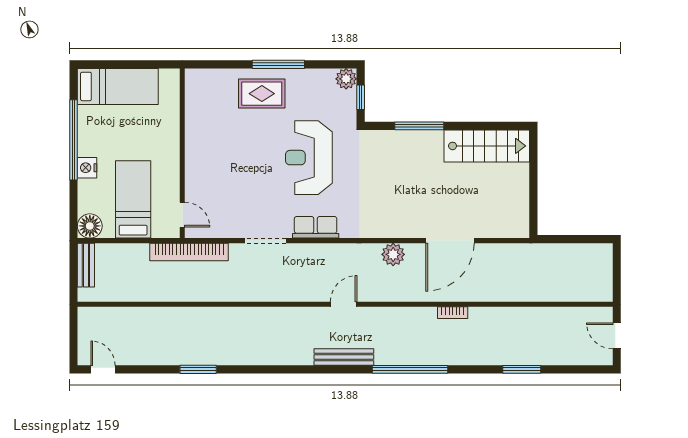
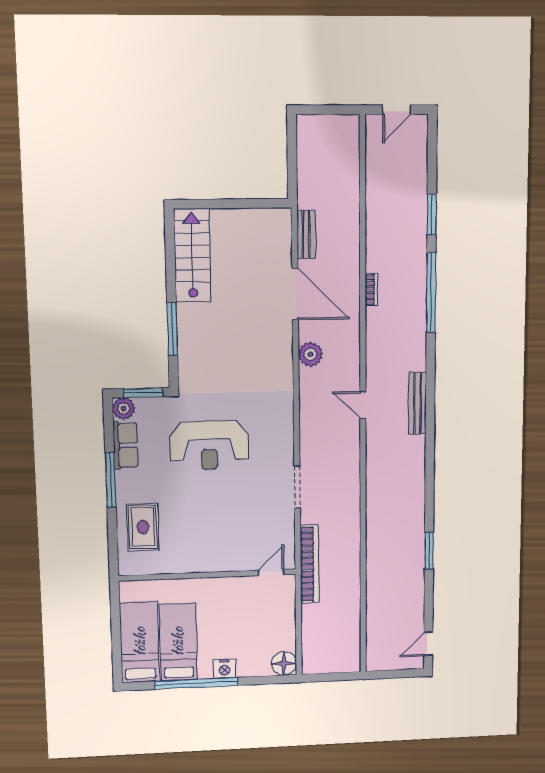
rug: (262, 94) -> (143, 527), moved
window: (361, 97) -> (143, 393), width x1.50
bed: (133, 199) -> (178, 642), moved, turned 90
row of seats: (316, 227) -> (125, 445), moved, turned 180
bench: (86, 265) -> (306, 235), moved, turned 90
window: (410, 369) -> (431, 293), moved

